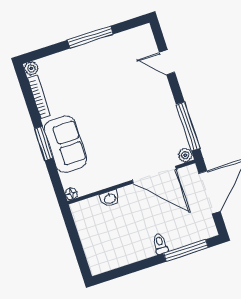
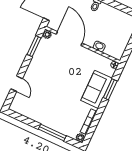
window: (90, 37) -> (52, 132), moved
window: (188, 126) -> (34, 46), width x0.69
window: (44, 143) -> (110, 89), moved

